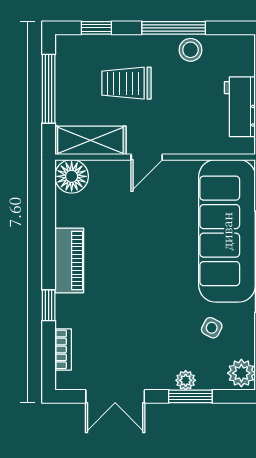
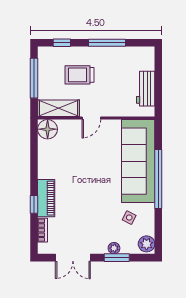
stool: (190, 50) -> (117, 55), removed
piano: (69, 260) -> (46, 198), moved

